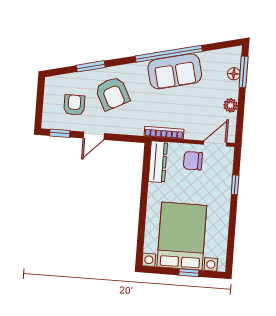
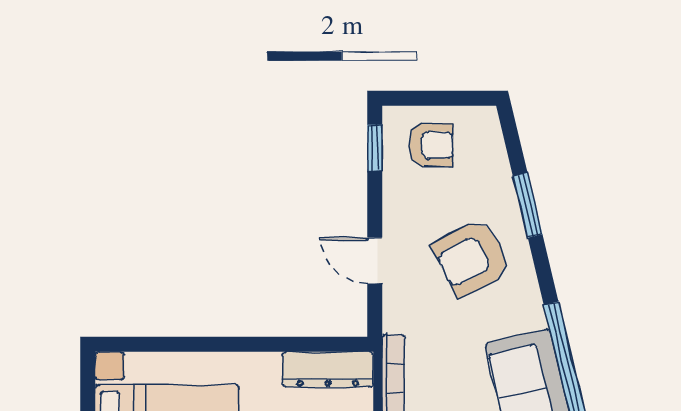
armchair: (74, 105) -> (431, 145), moved
door: (94, 136) -> (375, 260), moved

